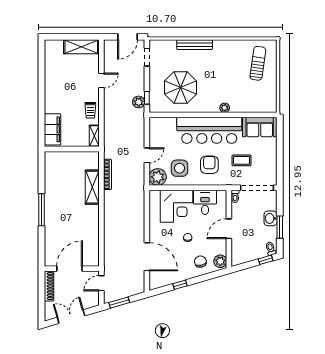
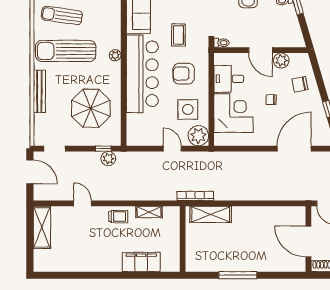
sun lounger: (228, 66) -> (66, 51), added
wall: (72, 149) -> (183, 239), moved
plant: (220, 261) -> (281, 60), moved

